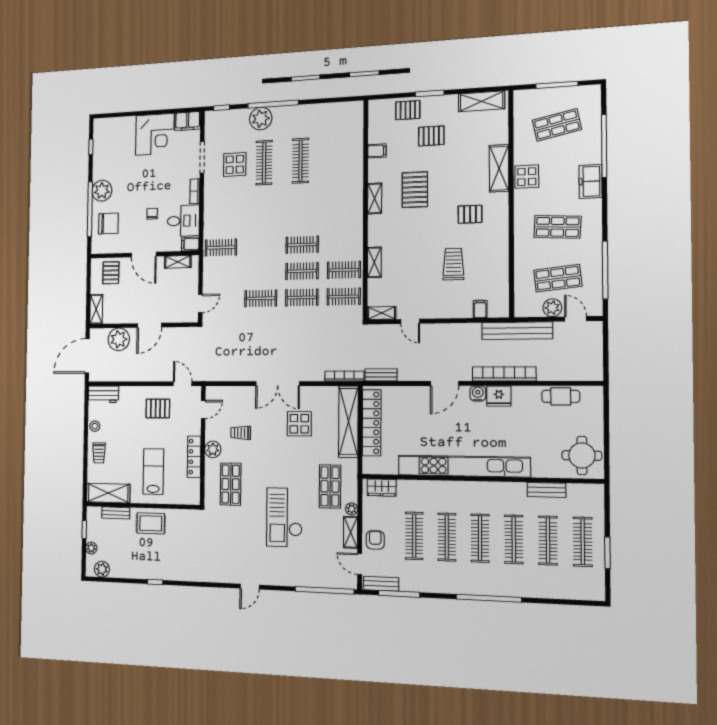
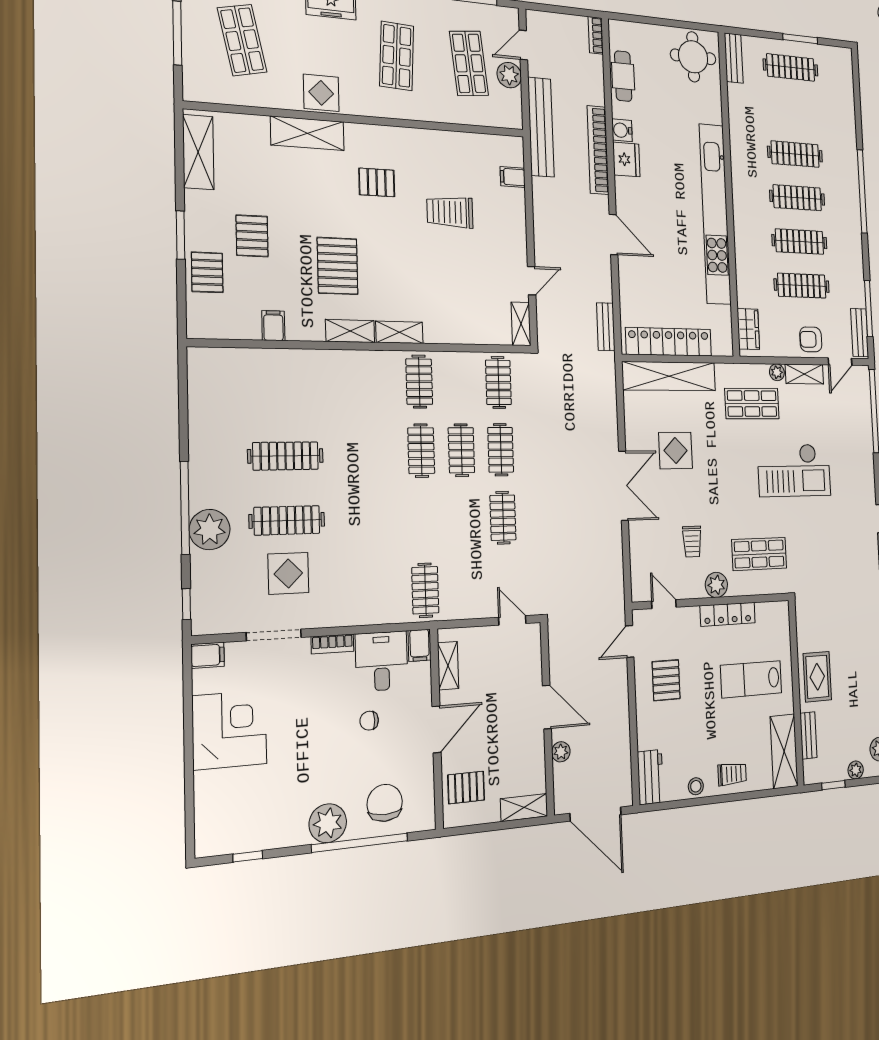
filing cabinet: (188, 121) -> (208, 655), width x0.50
pallet: (415, 190) -> (338, 266), turned 90
pallet: (470, 214) -> (377, 182), turned 90
shelving: (374, 262) -> (399, 332), moved
clothes rail: (344, 270) -> (419, 382), moved
plant: (119, 339) -> (561, 752), width x0.53, depth x0.53
bookcase: (344, 376) -> (596, 35), moved, width x0.64
water cooler: (478, 393) -> (622, 130), moved
bench: (547, 490) -> (734, 58), moved
clothes rail: (548, 541) -> (793, 111), removed

